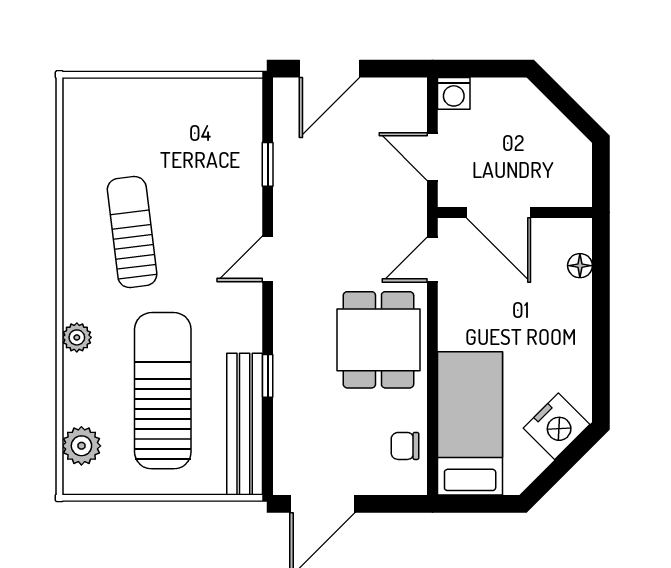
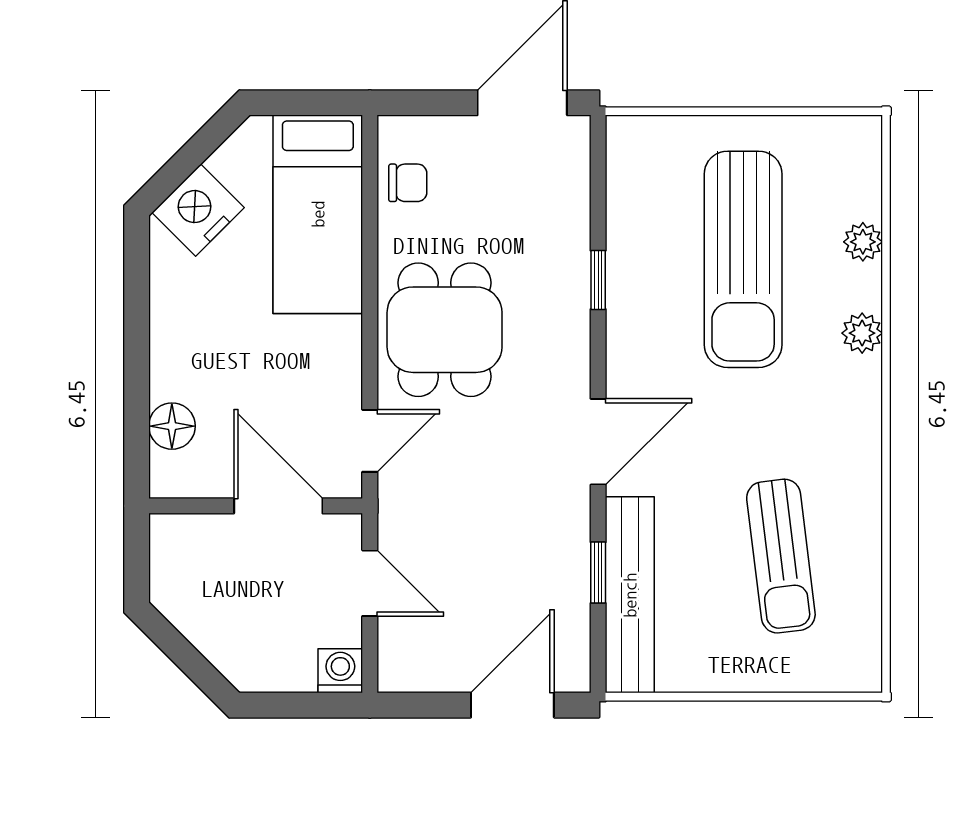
sun lounger: (132, 232) -> (781, 556), moved
door: (268, 259) -> (598, 442), width x1.37
floor lamp: (580, 266) -> (172, 426), width x1.37, depth x1.37
bench: (245, 424) -> (630, 595), moved
plant: (81, 446) -> (863, 242), moved, width x0.73, depth x0.73

